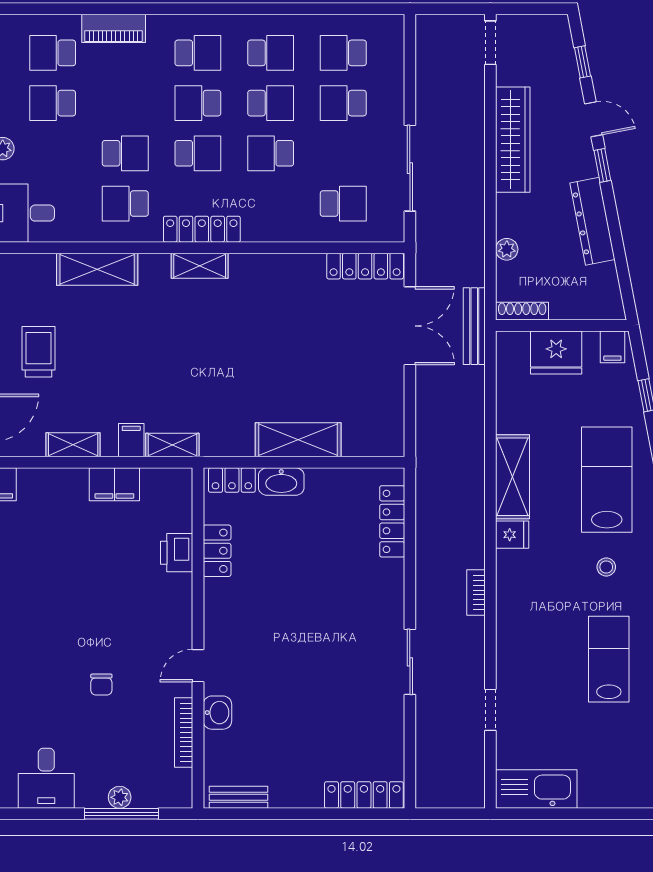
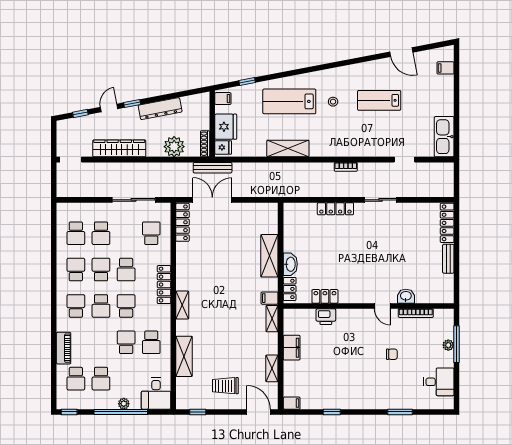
locker: (202, 229) -> (164, 285), moved
plant: (507, 249) -> (174, 147), width x1.87, depth x1.87
filing cabinet: (131, 440) -> (270, 298), moved
locker: (392, 521) -> (335, 209), moved
fridge: (512, 535) -> (223, 147), moved, turned 90
bench: (239, 797) -> (448, 259), moved

